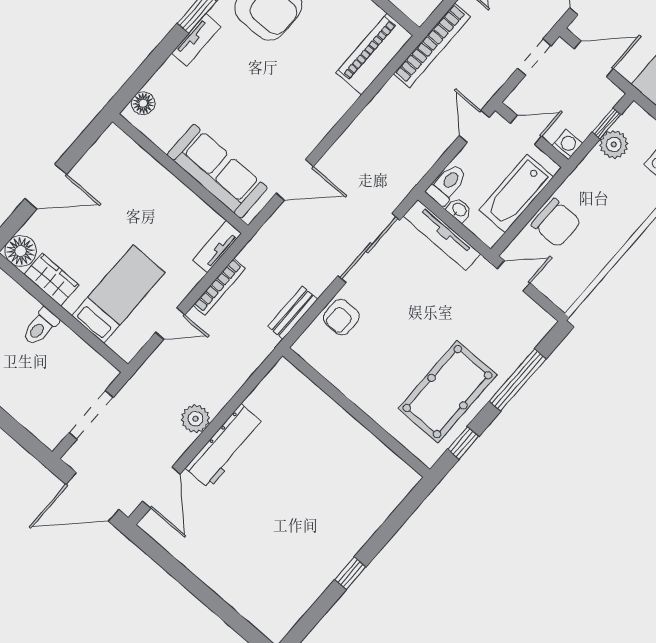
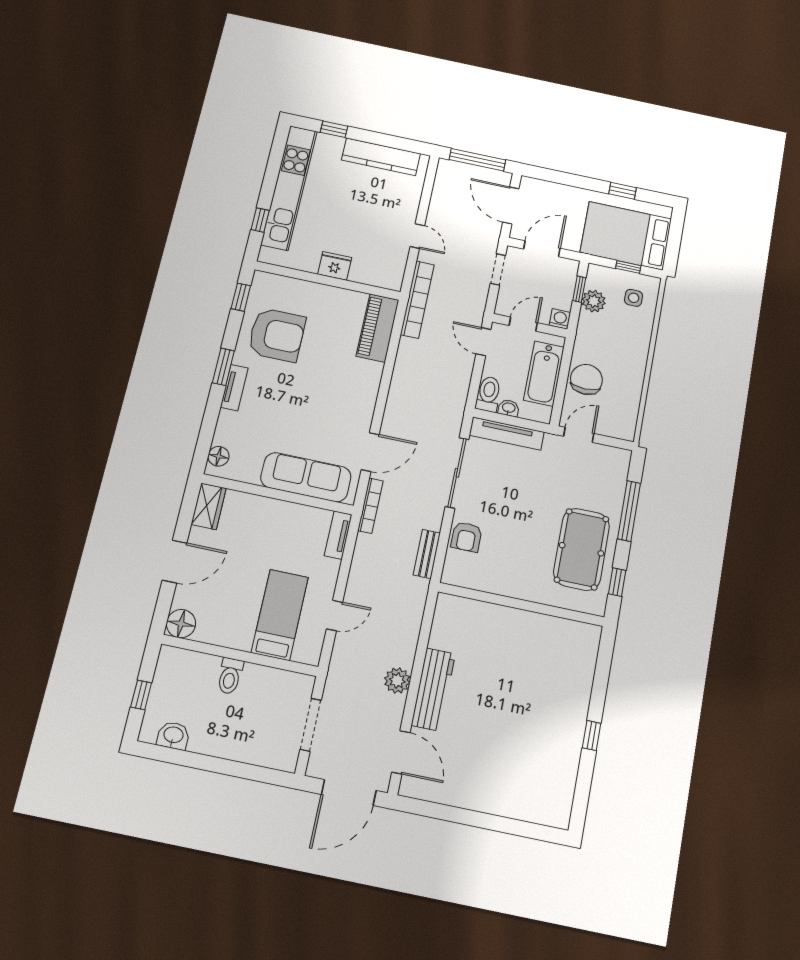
chair: (556, 223) -> (586, 379), turned -90
wardrobe: (51, 280) -> (209, 506), moved, turned 90
bookcase: (219, 287) -> (370, 506), moved

